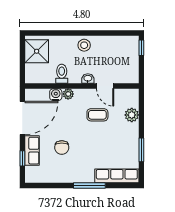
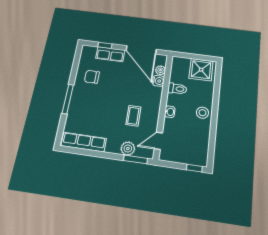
door: (105, 86) -> (158, 141), moved
plant: (68, 94) -> (160, 70), moved
chair: (62, 147) -> (92, 77), moved
window: (141, 150) -> (135, 159), moved
row of seats: (117, 176) -> (84, 142), moved, turned -90

